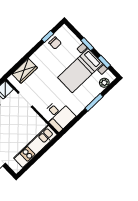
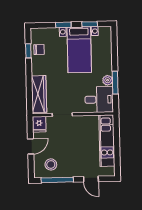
wardrobe: (25, 71) -> (39, 94), width x1.50
plant: (104, 83) -> (108, 80), moved
window: (94, 102) -> (115, 83), moved

